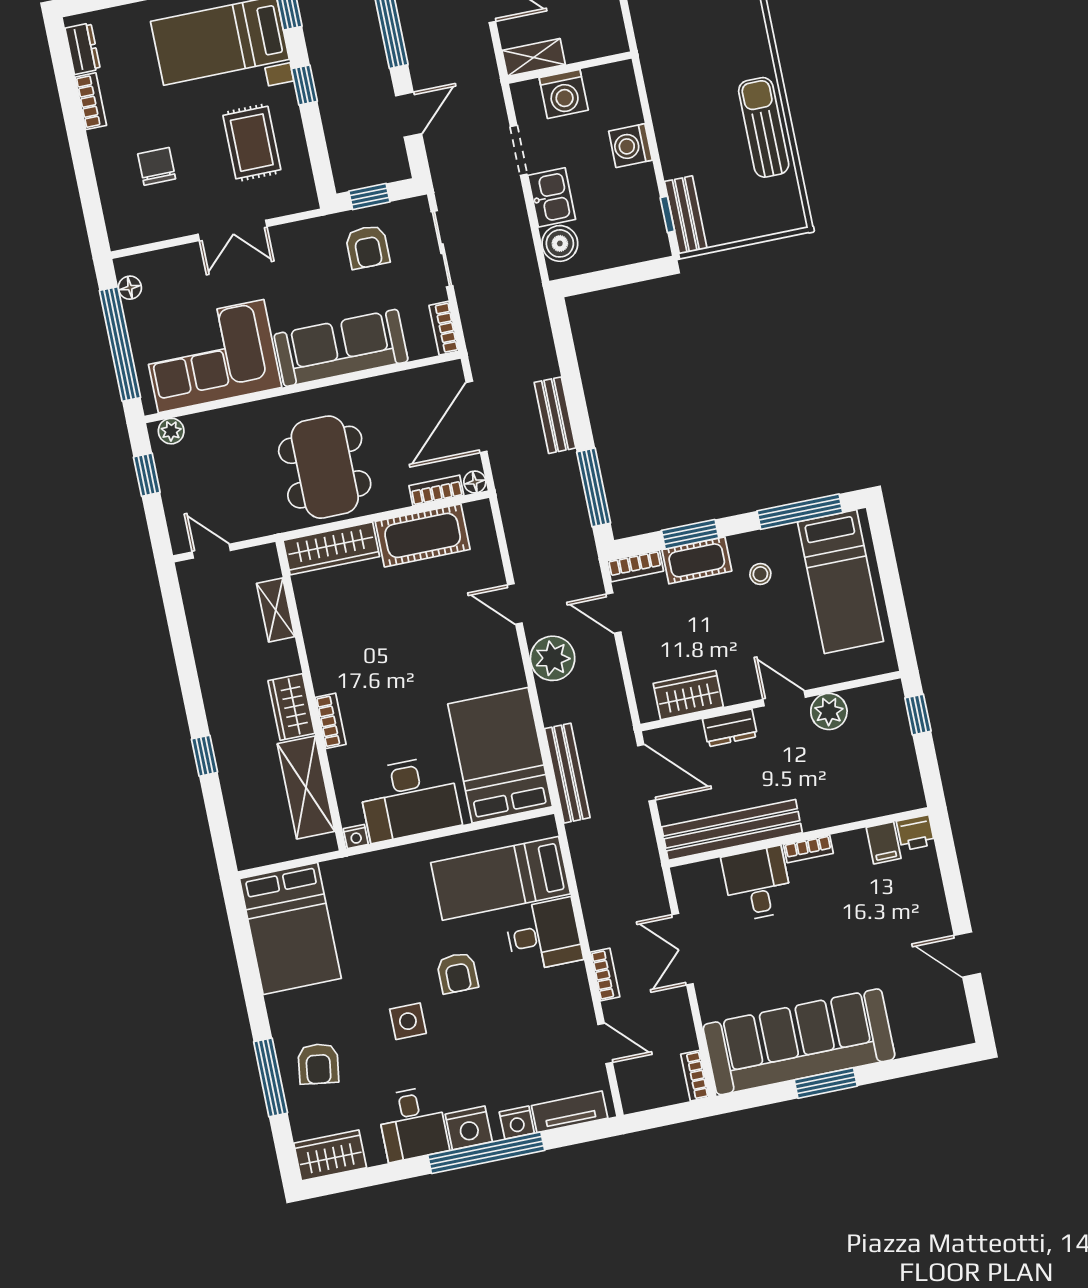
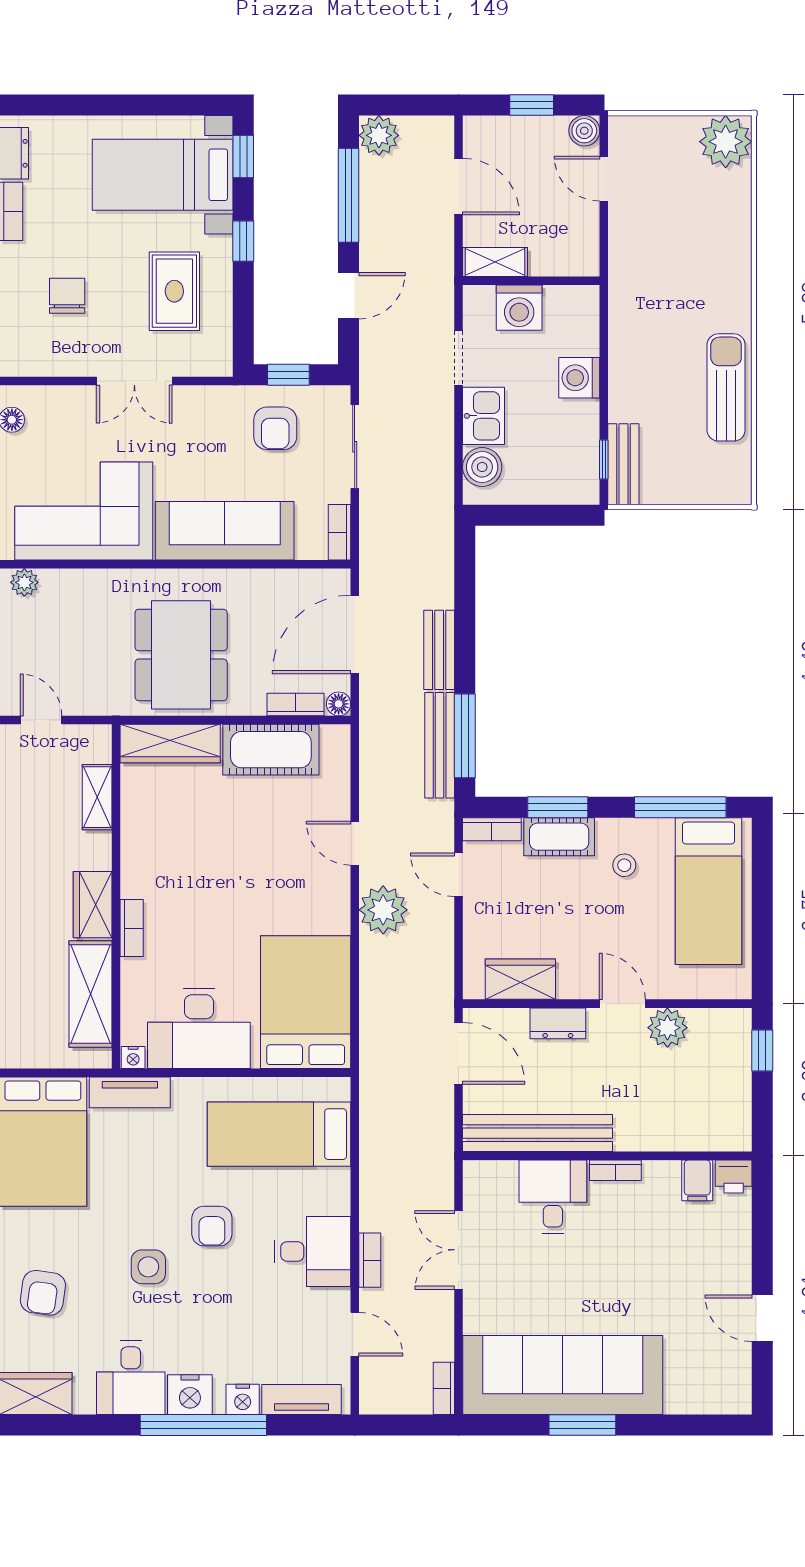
bench: (567, 773) -> (440, 745), moved
tv unit: (359, 868) -> (130, 1092), added
desk: (544, 935) -> (313, 1251), moved

